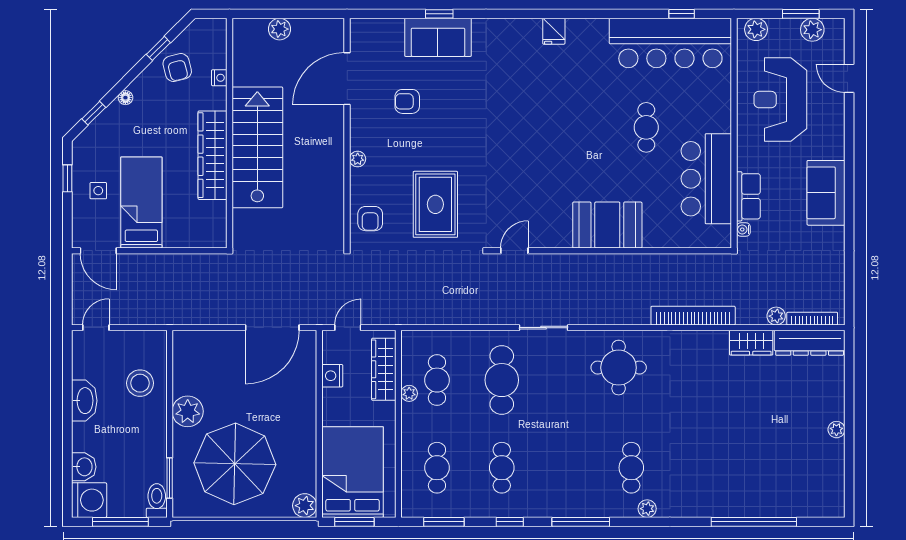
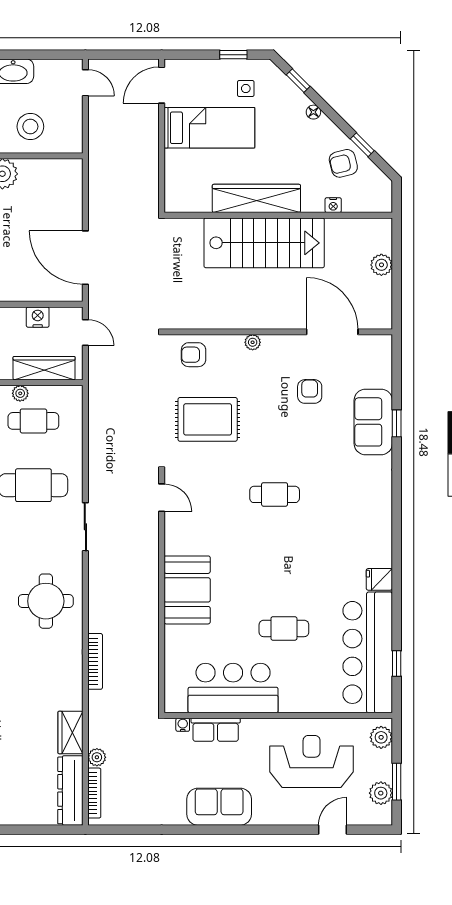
fridge: (554, 31) -> (379, 579), moved
cafe table: (511, 137) -> (275, 494), added
side table: (98, 191) -> (246, 89), moved
bookcase: (693, 316) -> (95, 661), width x0.68, depth x0.76

